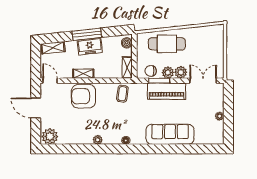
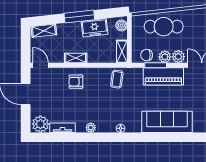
freezer: (90, 46) -> (95, 28), moved
armchair: (84, 96) -> (76, 82), width x0.53, depth x0.53
tv unit: (71, 140) -> (63, 128), added

